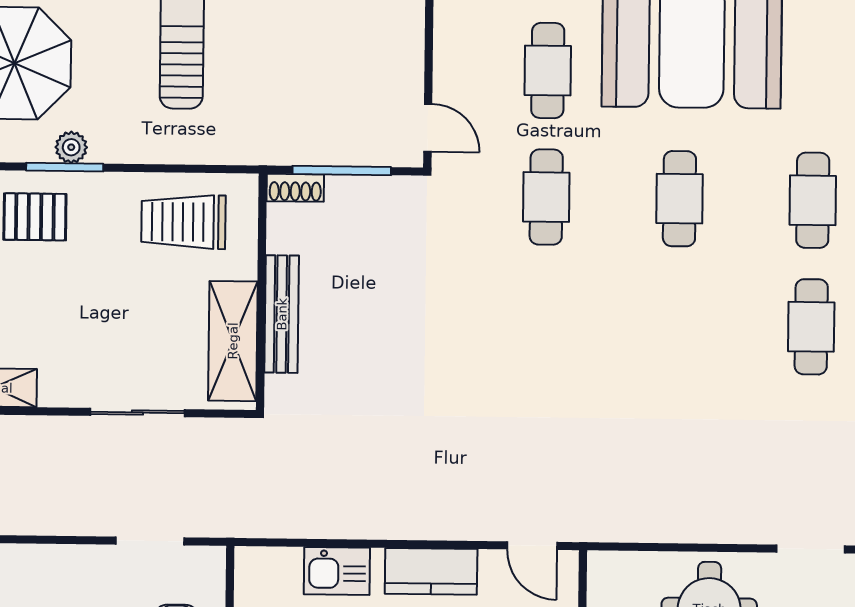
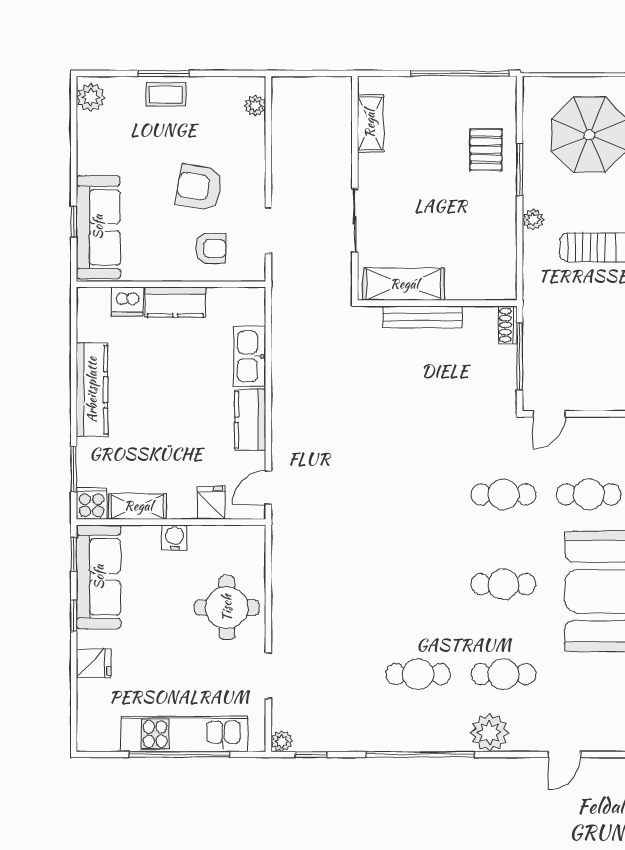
plant: (71, 147) -> (533, 220), moved
trolley: (183, 222) -> (484, 250), removed
kitchen sink: (337, 571) -> (250, 356), width x1.38

